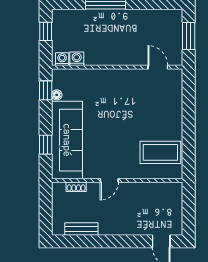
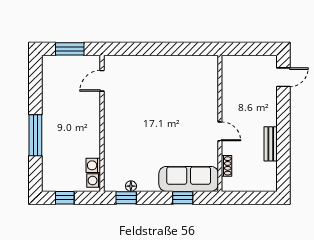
sofa: (67, 140) -> (189, 179), width x0.74, depth x0.79
coffee table: (160, 152) -> (191, 78), removed
bench: (81, 229) -> (271, 144), moved

